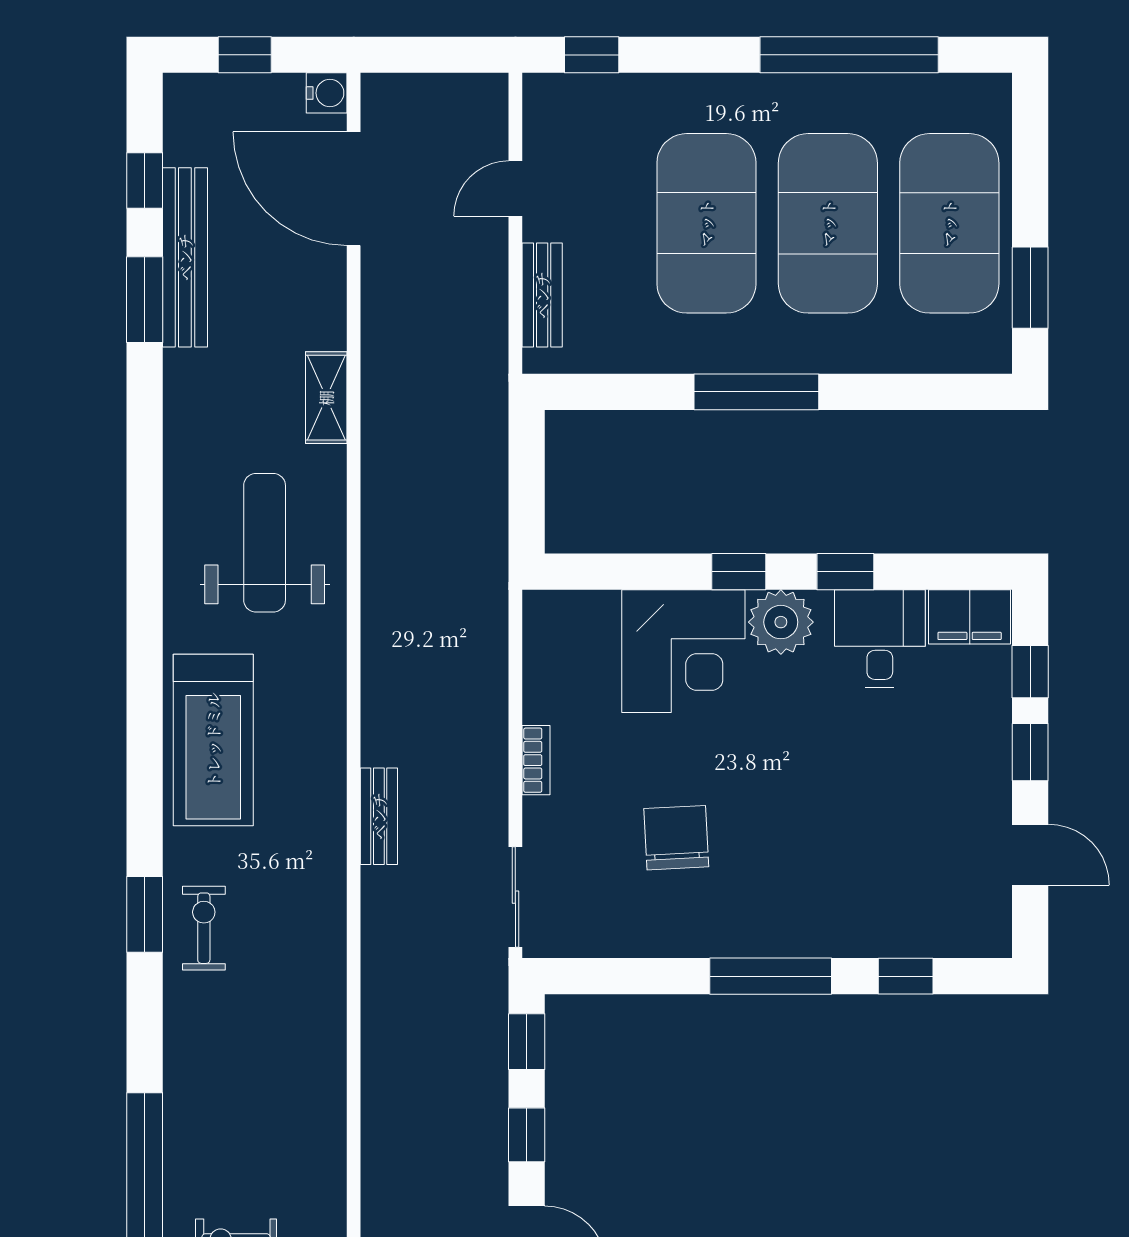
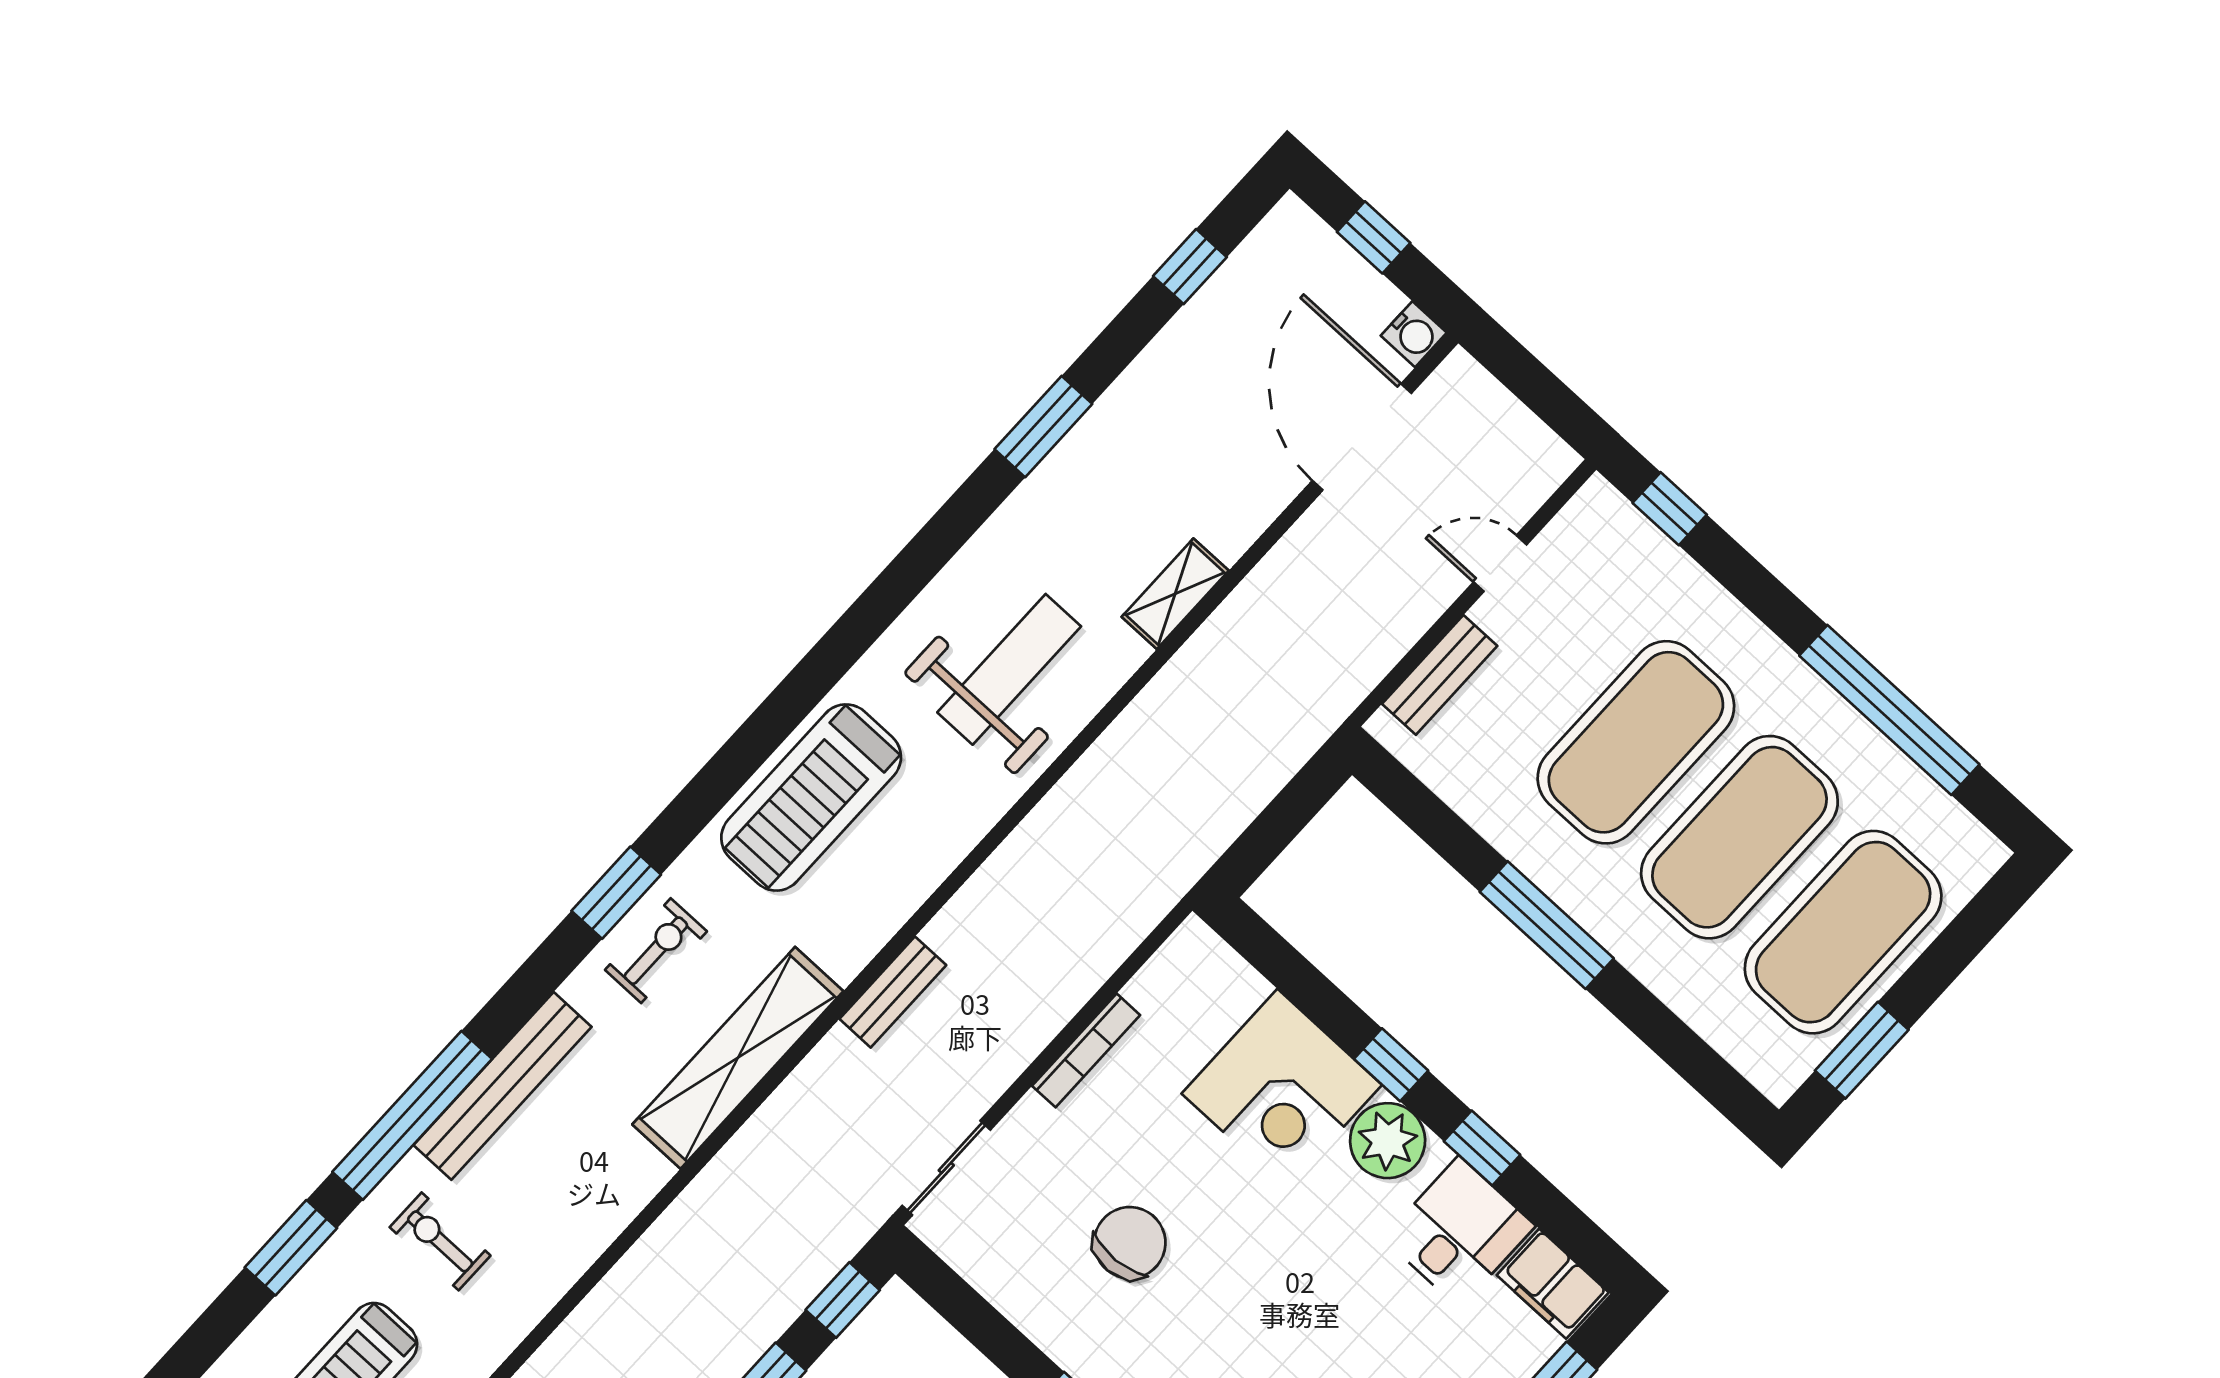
bench: (185, 257) -> (502, 1086), moved
window: (145, 300) -> (1043, 427), moved
bookcase: (536, 760) -> (1086, 1050), width x1.56
shelving: (319, 949) -> (738, 1058), added

